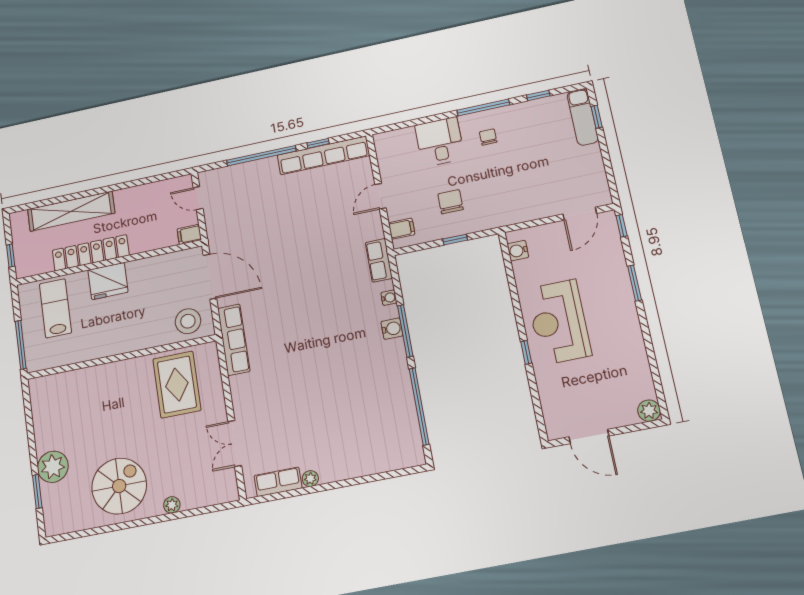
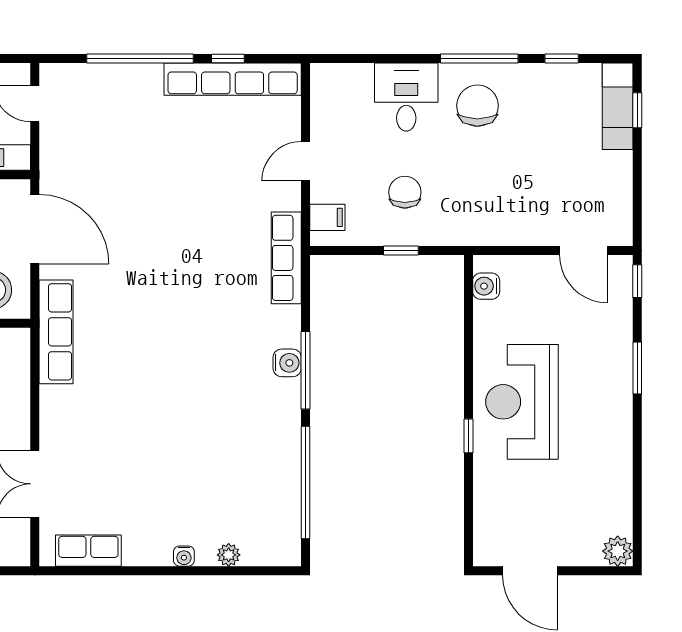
chair: (488, 137) -> (477, 106), width x1.87, depth x1.87
door: (580, 214) -> (583, 251), hinge flipped
row of seats: (379, 260) -> (286, 258), width x1.48
water cooler: (389, 298) -> (184, 556), moved, turned 90
plant: (310, 479) -> (229, 555), moved

